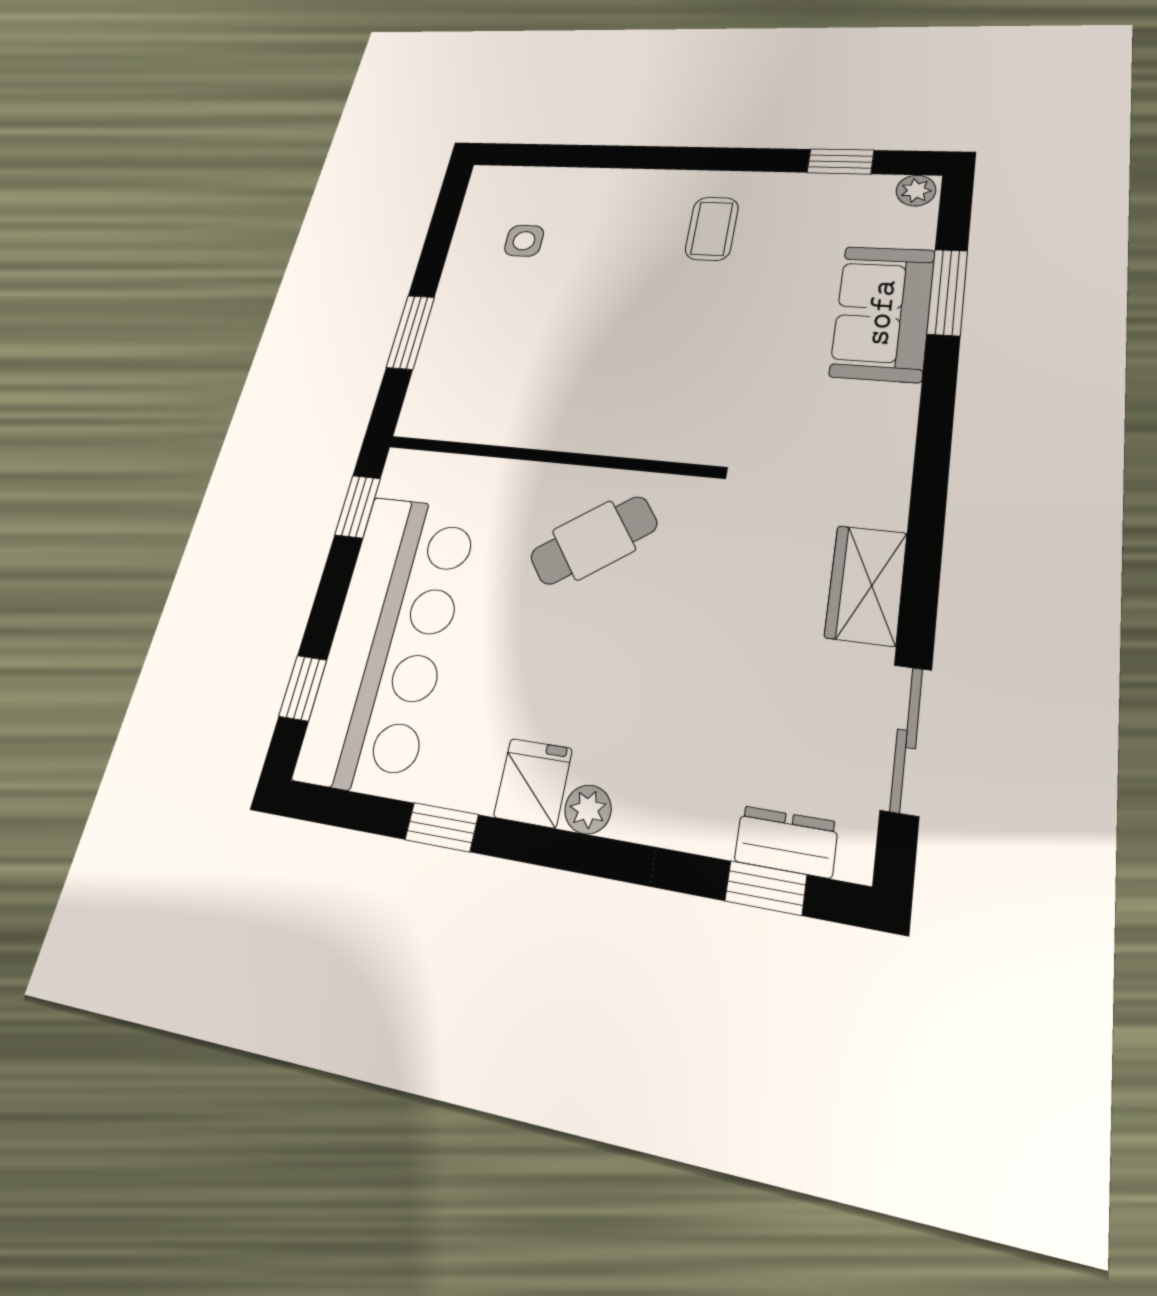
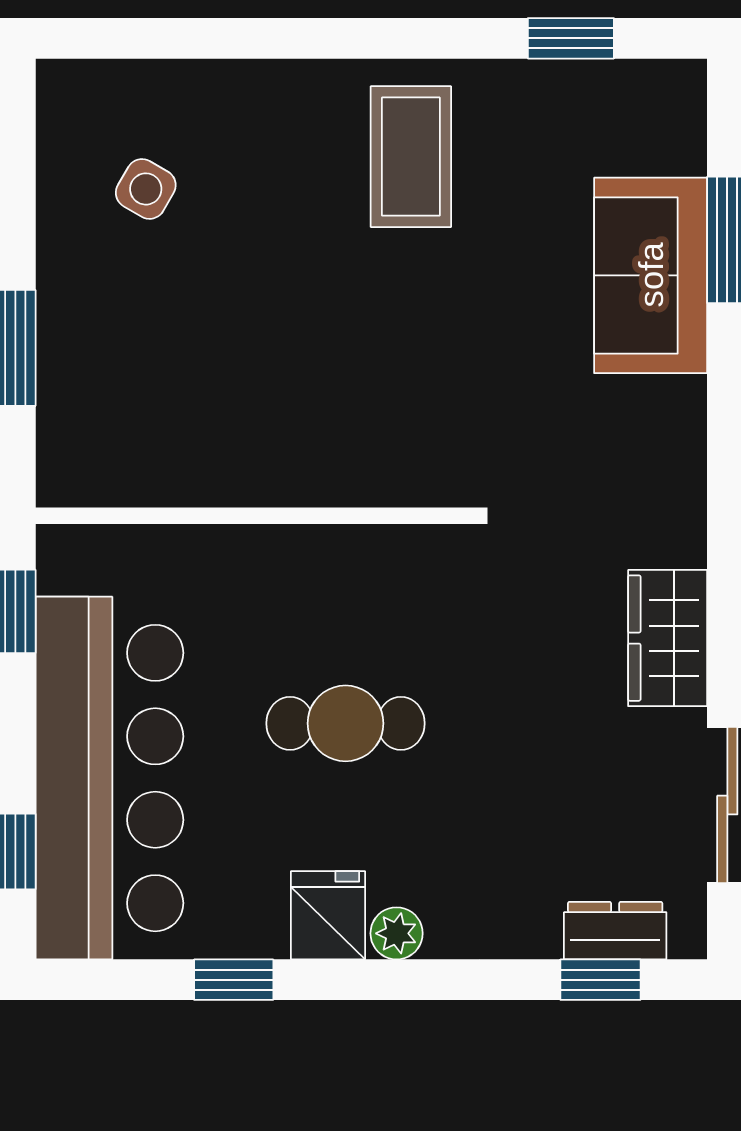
plant: (916, 191) -> (675, 84), removed
coffee table: (712, 229) -> (411, 157), width x1.36, depth x1.30
side table: (524, 241) -> (146, 189), turned 30
cafe table: (594, 540) -> (346, 723), moved, turned 36

